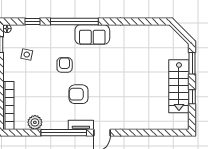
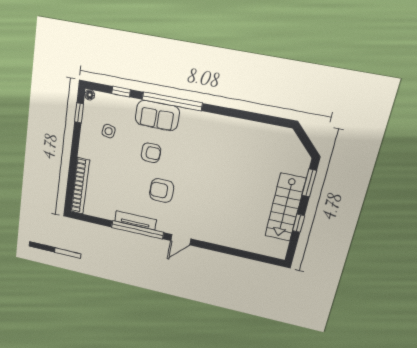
sofa: (92, 35) -> (157, 116), moved
armchair: (65, 65) -> (151, 153), turned 90
plant: (35, 122) -> (107, 211), removed
tv unit: (81, 125) -> (135, 220), moved, width x1.41

